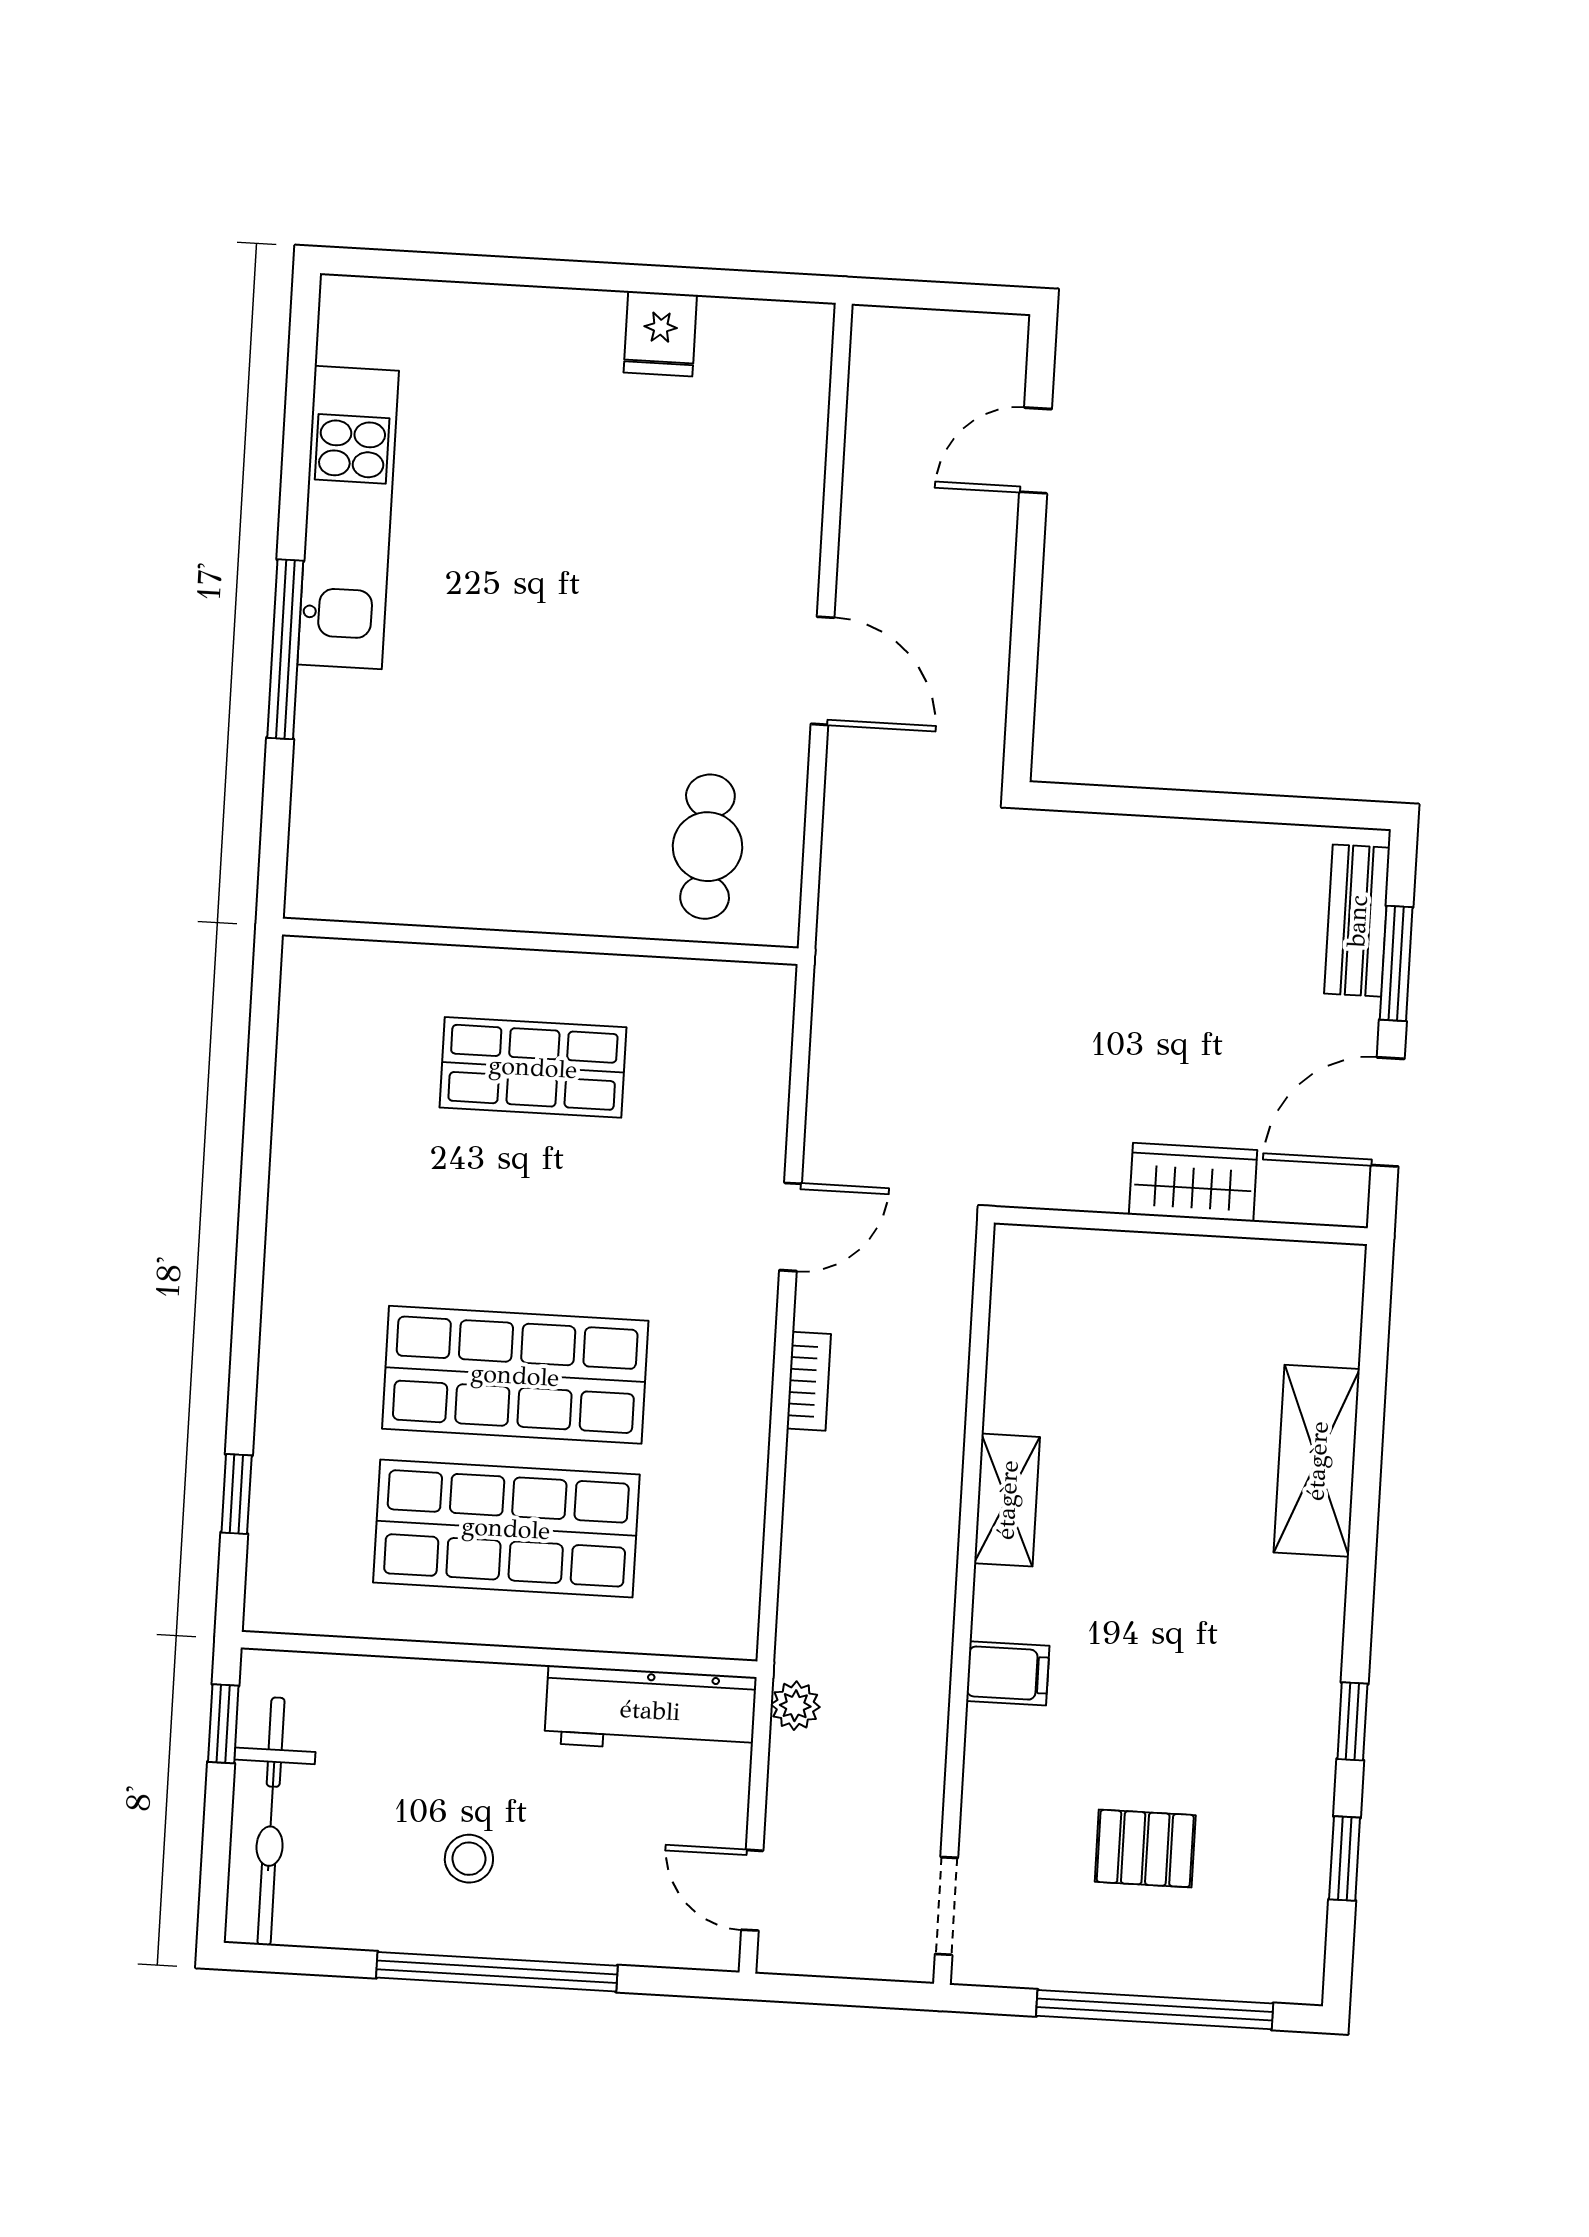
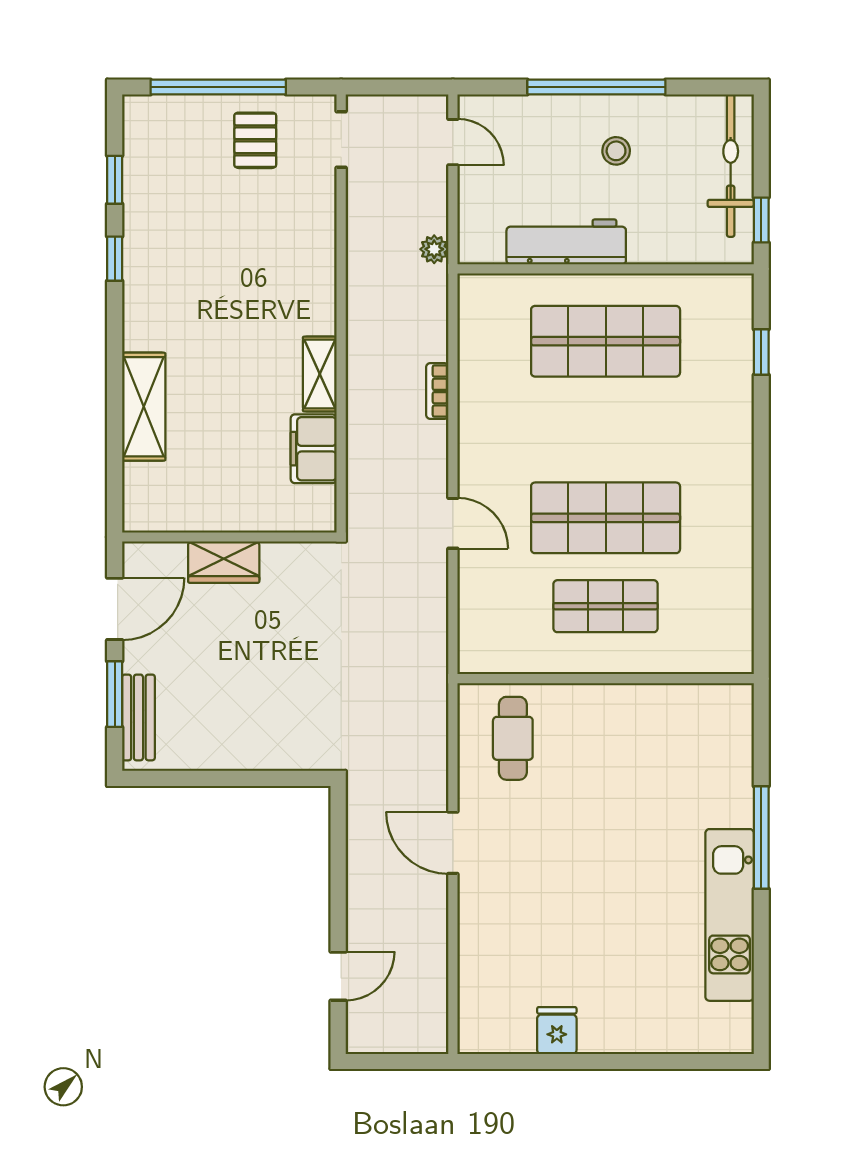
door: (790, 1227) -> (453, 523), swing flipped
shop shelf: (515, 1375) -> (606, 518), moved
bookcase: (809, 1381) -> (437, 391), moved
filing cabinet: (1008, 1673) -> (314, 449), moved, width x2.00
workbench: (650, 1710) -> (566, 242), moved
pallet: (1145, 1848) -> (255, 140), moved, turned 90

